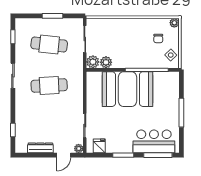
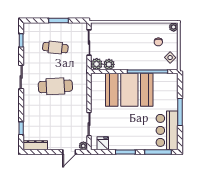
cafe table: (49, 44) -> (55, 48), width x0.73, depth x0.74
bar counter: (154, 141) -> (167, 130), moved, turned -90
dresser: (40, 148) -> (35, 145), moved

